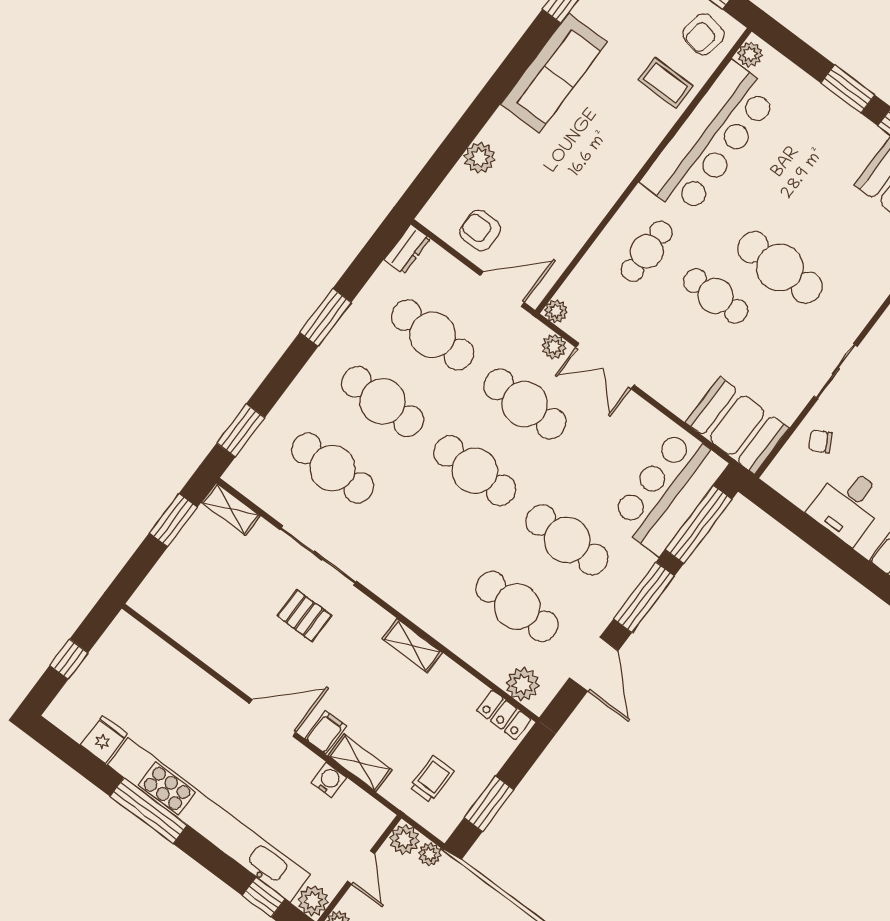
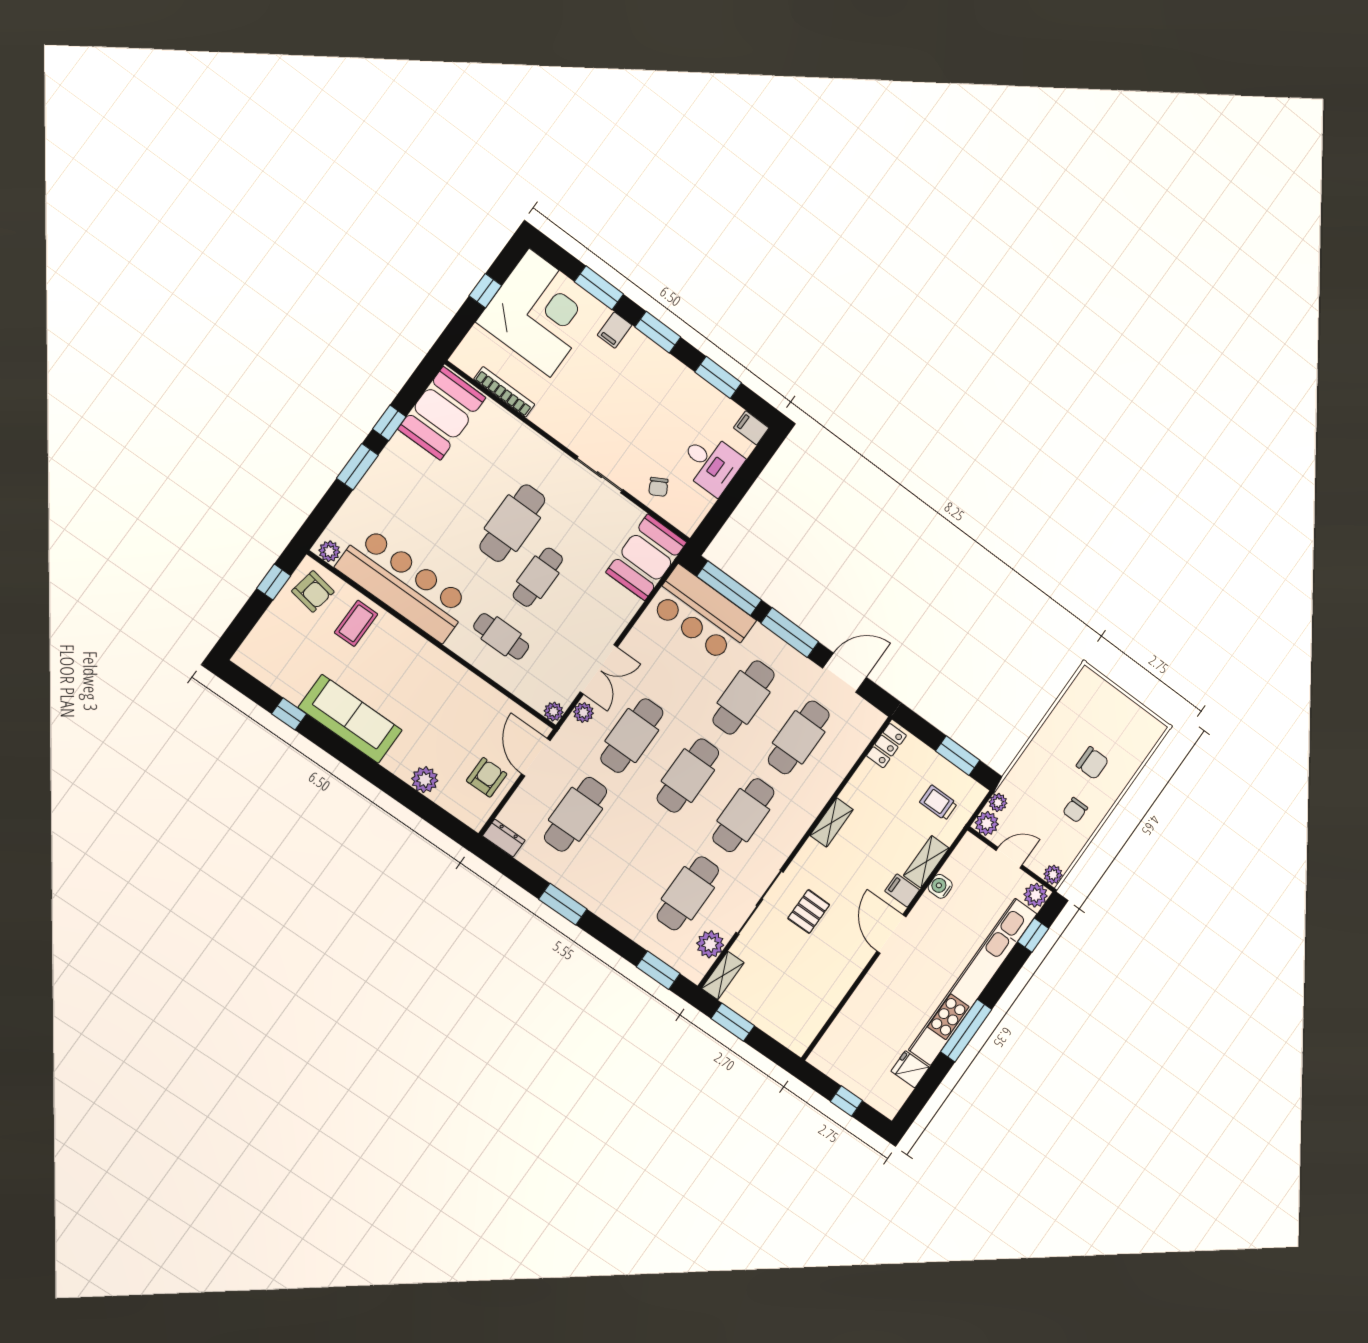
armchair: (480, 230) -> (487, 777), turned 180
cafe table: (383, 401) -> (743, 815), moved
plant: (523, 684) -> (710, 944), moved

